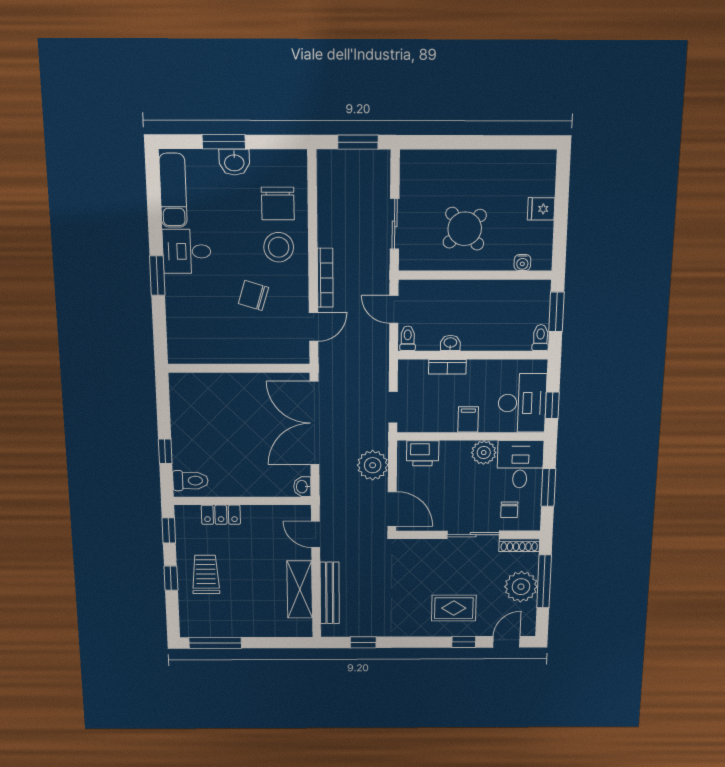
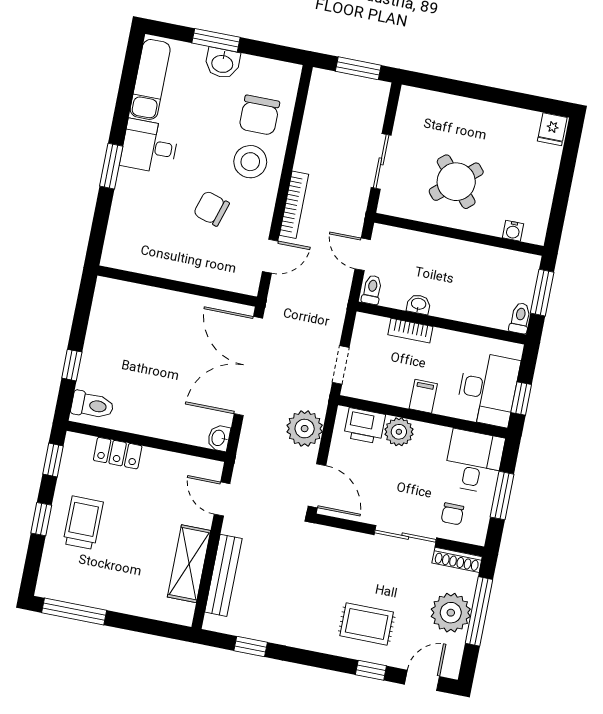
fridge: (541, 209) -> (552, 129), moved, turned -90
plant: (484, 453) -> (399, 432), moved

